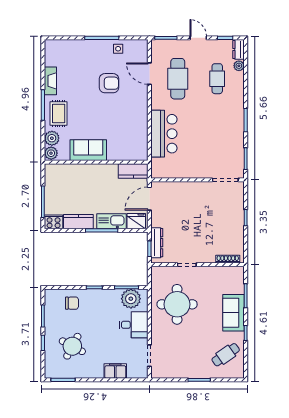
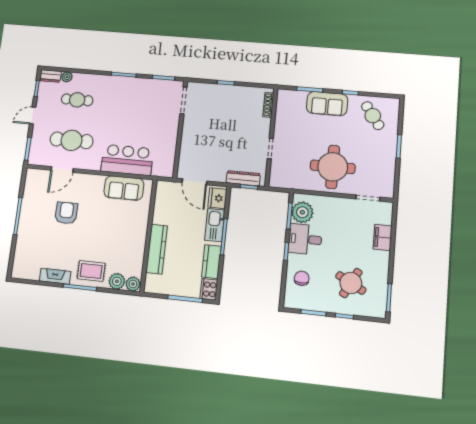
side table: (118, 49) -> (32, 200), removed
sofa: (88, 150) -> (124, 188), moved, turned -90
kitchen counter: (133, 171) -> (157, 249), moved, width x1.50
round table: (177, 304) -> (333, 167), moved
desk: (134, 325) -> (305, 239), moved, turned -90

